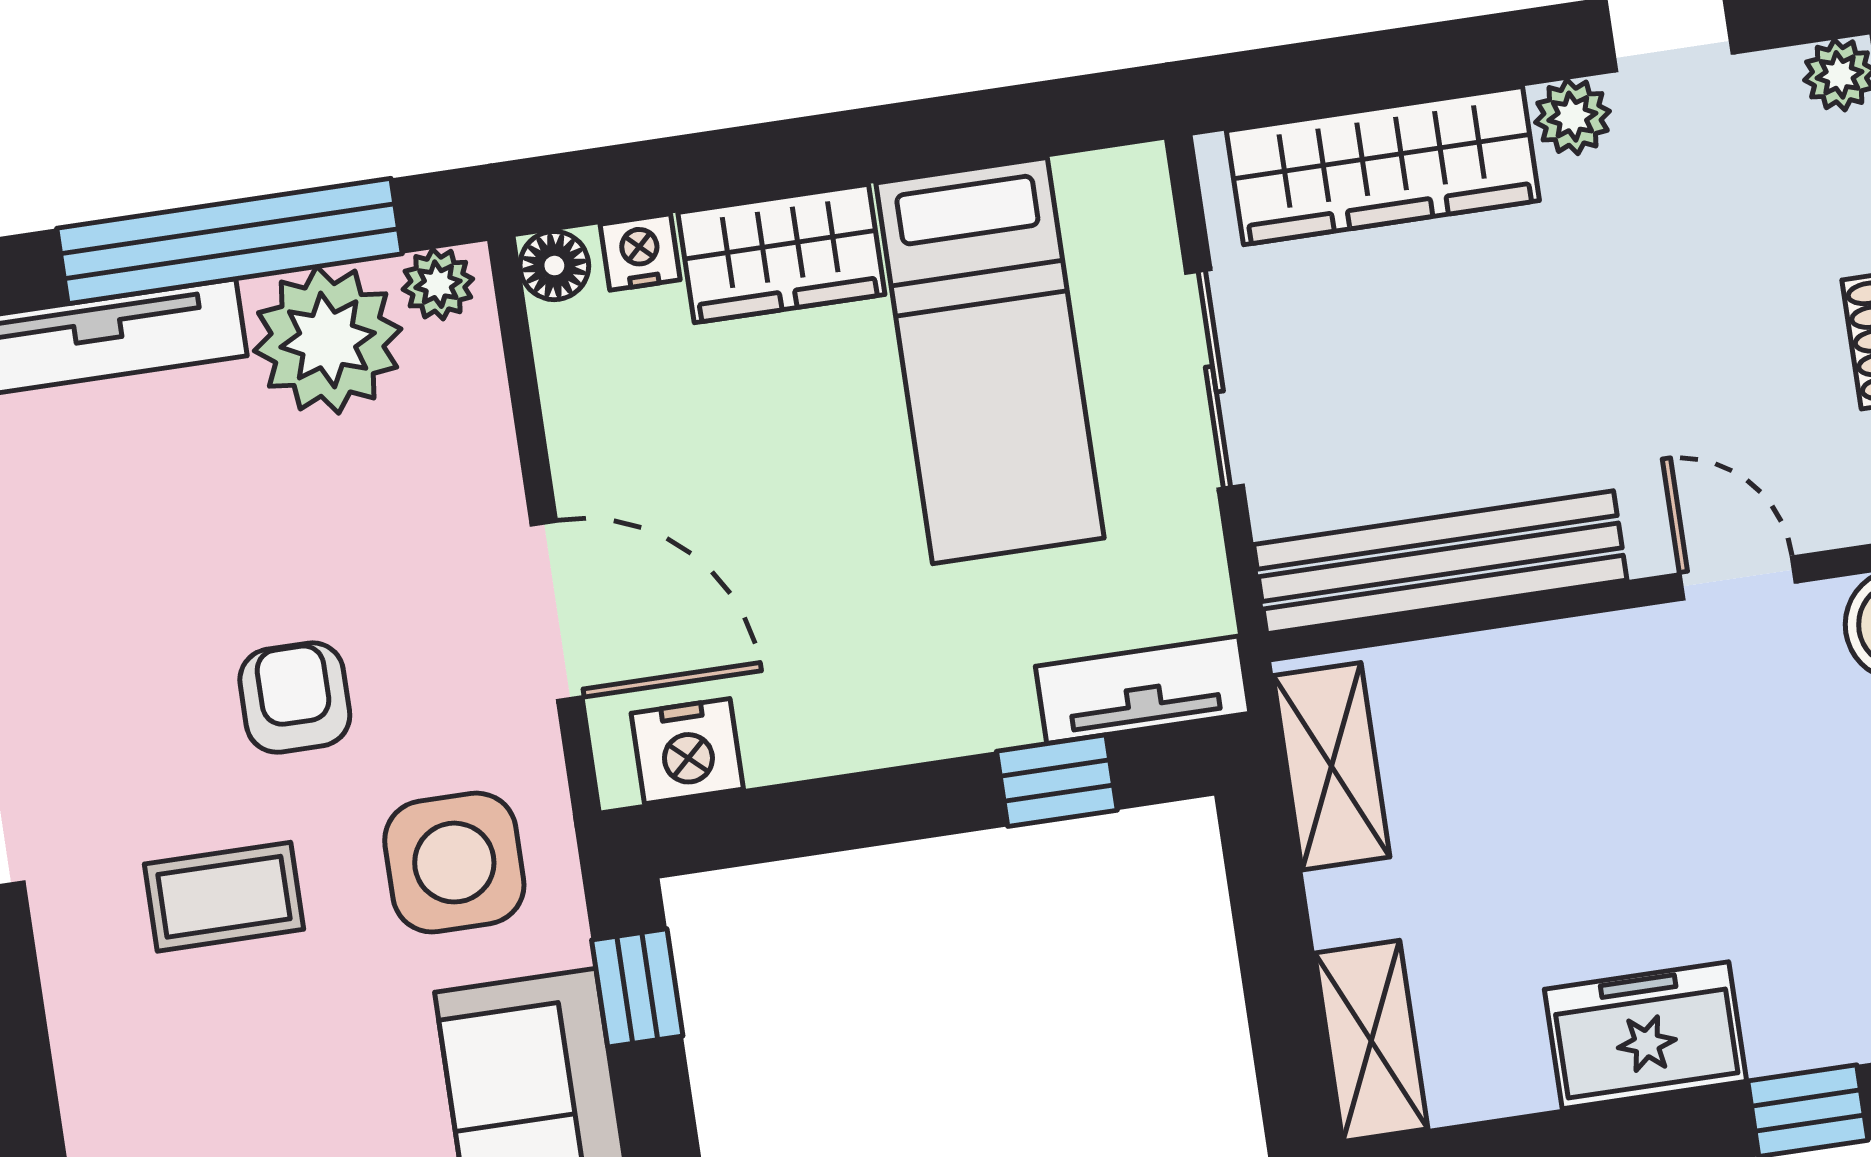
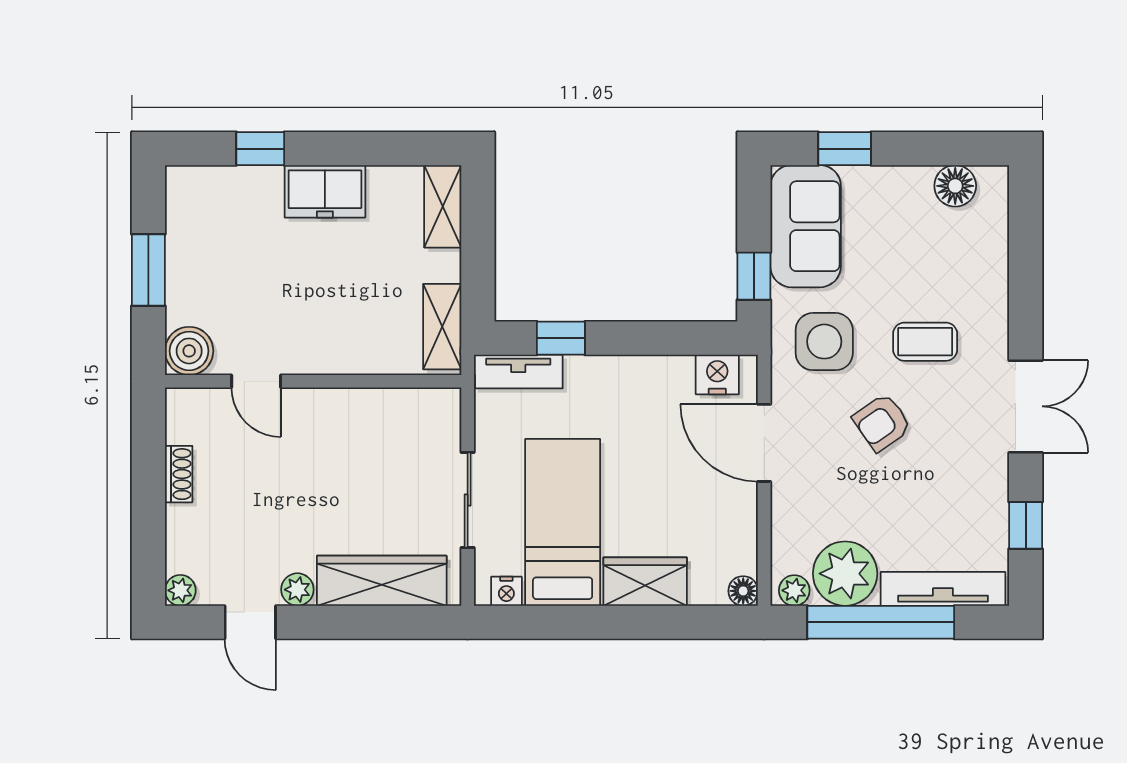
nightstand: (640, 252) -> (506, 591), moved
bench: (1440, 562) -> (383, 407), removed
armchair: (295, 698) -> (882, 422), turned 55

